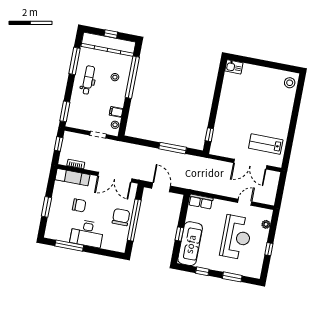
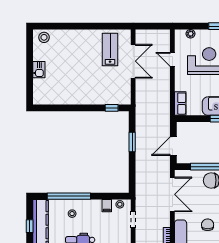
kitchen sink: (234, 67) -> (39, 70), moved
lab bench: (266, 144) -> (110, 50), turned 180
window: (173, 148) -> (132, 142), width x0.69

